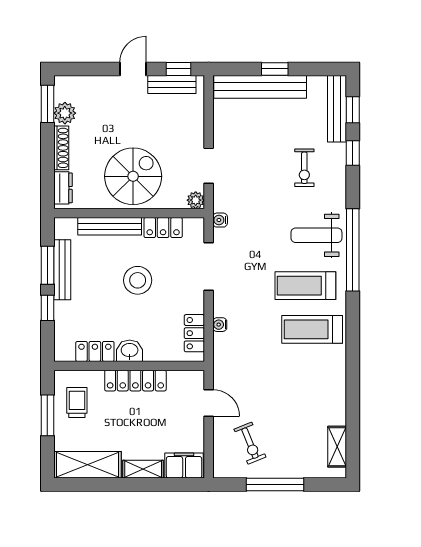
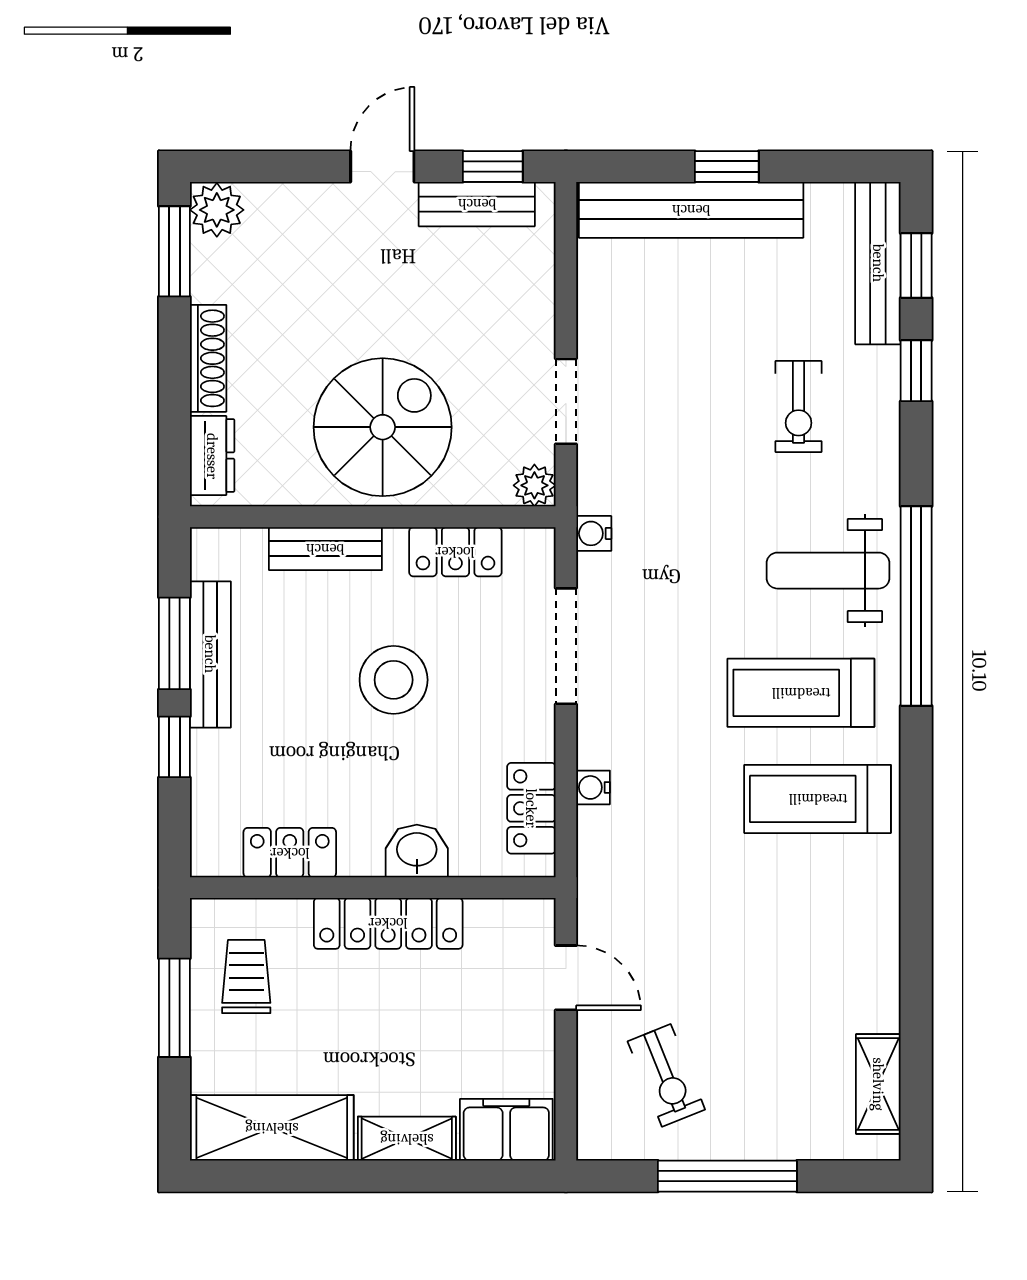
plant: (65, 113) -> (217, 210), moved
bench: (110, 226) -> (325, 549), width x0.73
washbasin: (130, 351) -> (417, 851), moved

